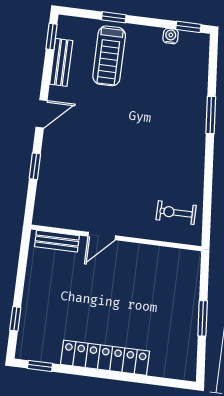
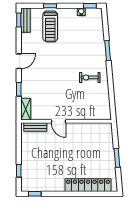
bench: (61, 62) -> (26, 20), moved
shelving: (43, 205) -> (26, 109), added
exercise bike: (176, 213) -> (90, 77), moved
door: (102, 236) -> (59, 121), hinge flipped
locker: (105, 358) -> (88, 185), moved

